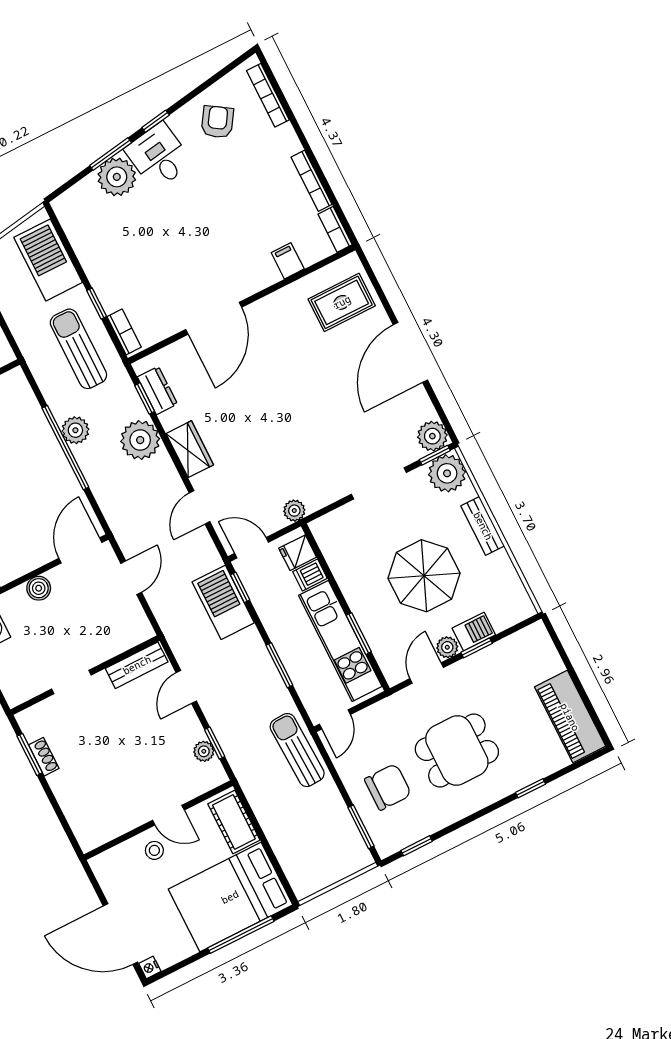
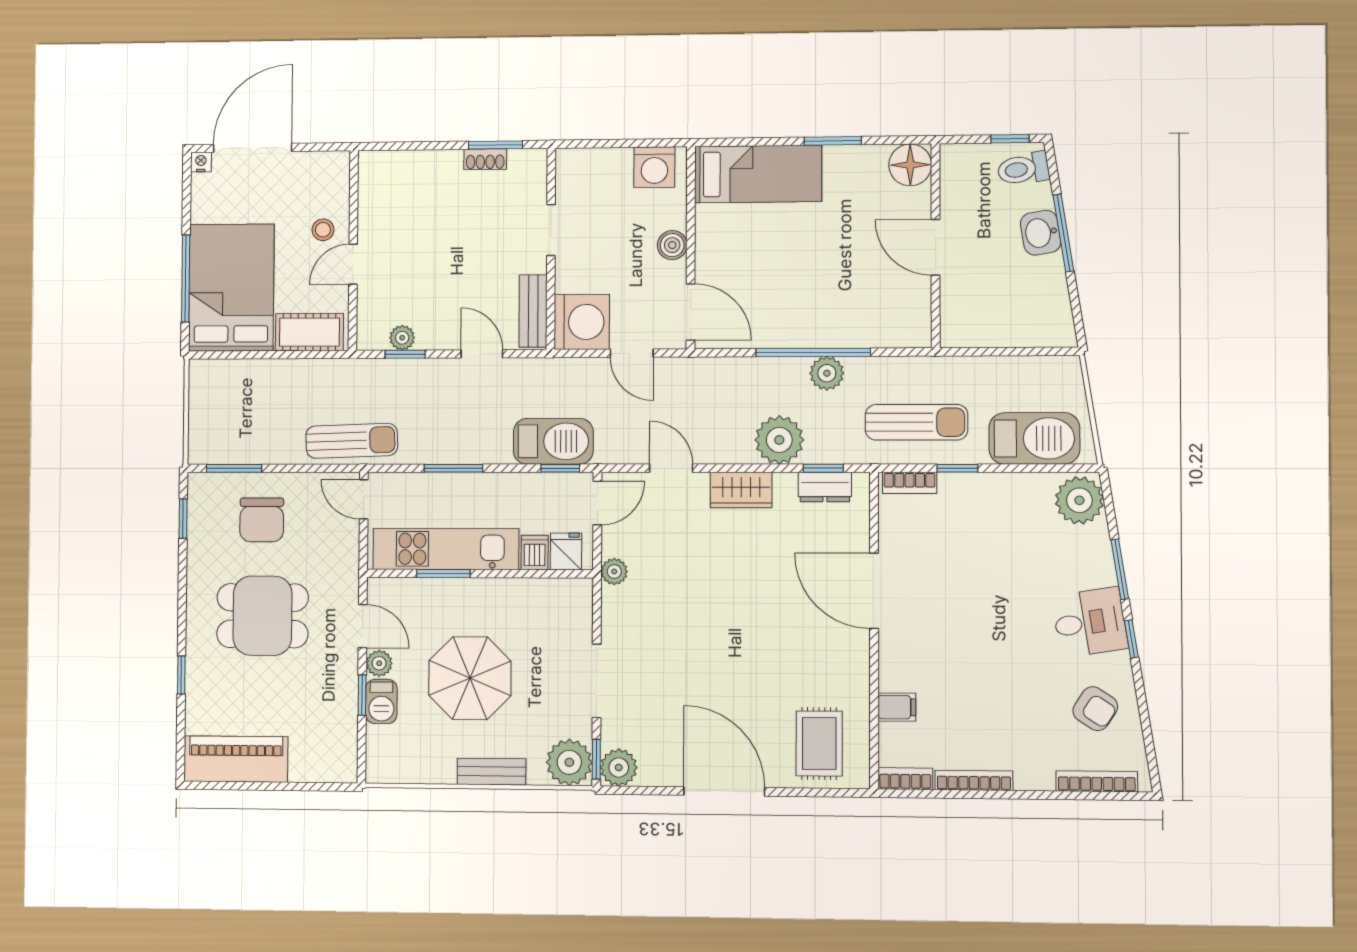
plant: (117, 177) -> (1079, 500), moved
washing machine: (127, 626) -> (582, 322), added
dining table: (457, 750) -> (263, 616), turned 90

